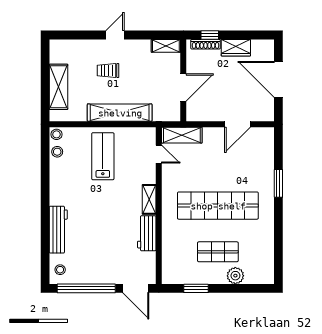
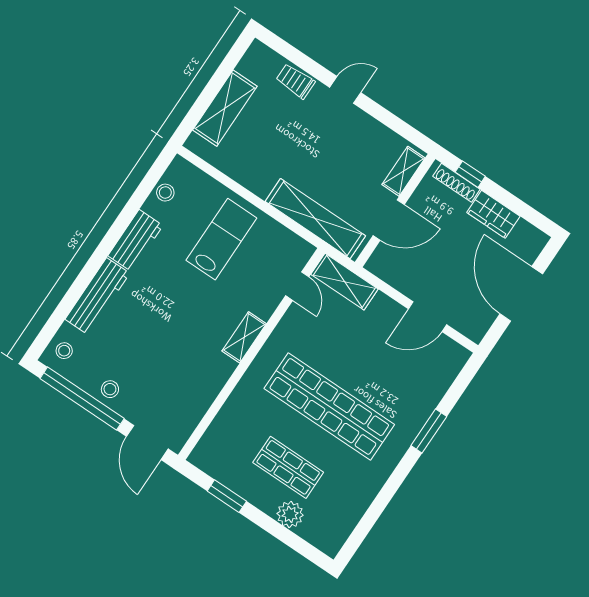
shelving: (166, 46) -> (404, 171), moved, turned 90
trolley: (108, 71) -> (295, 81), moved
shelving: (120, 113) -> (315, 219), moved
stool: (56, 134) -> (110, 389), moved
workbench: (147, 233) -> (135, 241), moved, turned 180

